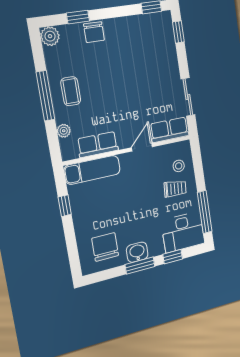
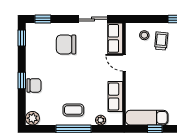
window: (78, 17) -> (22, 80), moved
chair: (152, 67) -> (66, 44), added
exam couch: (92, 170) -> (147, 118), moved, turned -90

